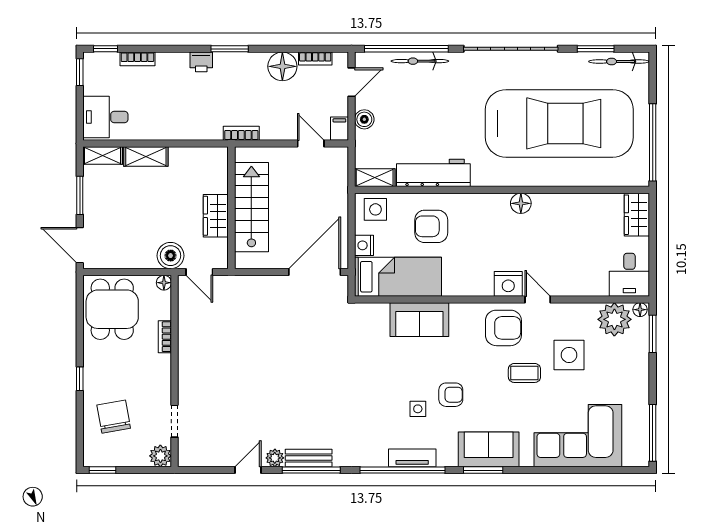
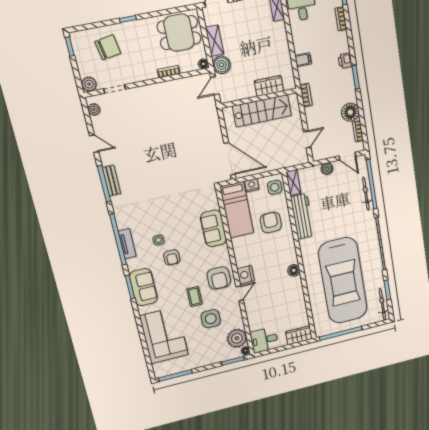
filing cabinet: (339, 129) -> (303, 60), moved
shelving: (146, 157) -> (215, 41), moved
wardrobe: (216, 216) -> (269, 86), moved
plant: (275, 458) -> (94, 109), moved

